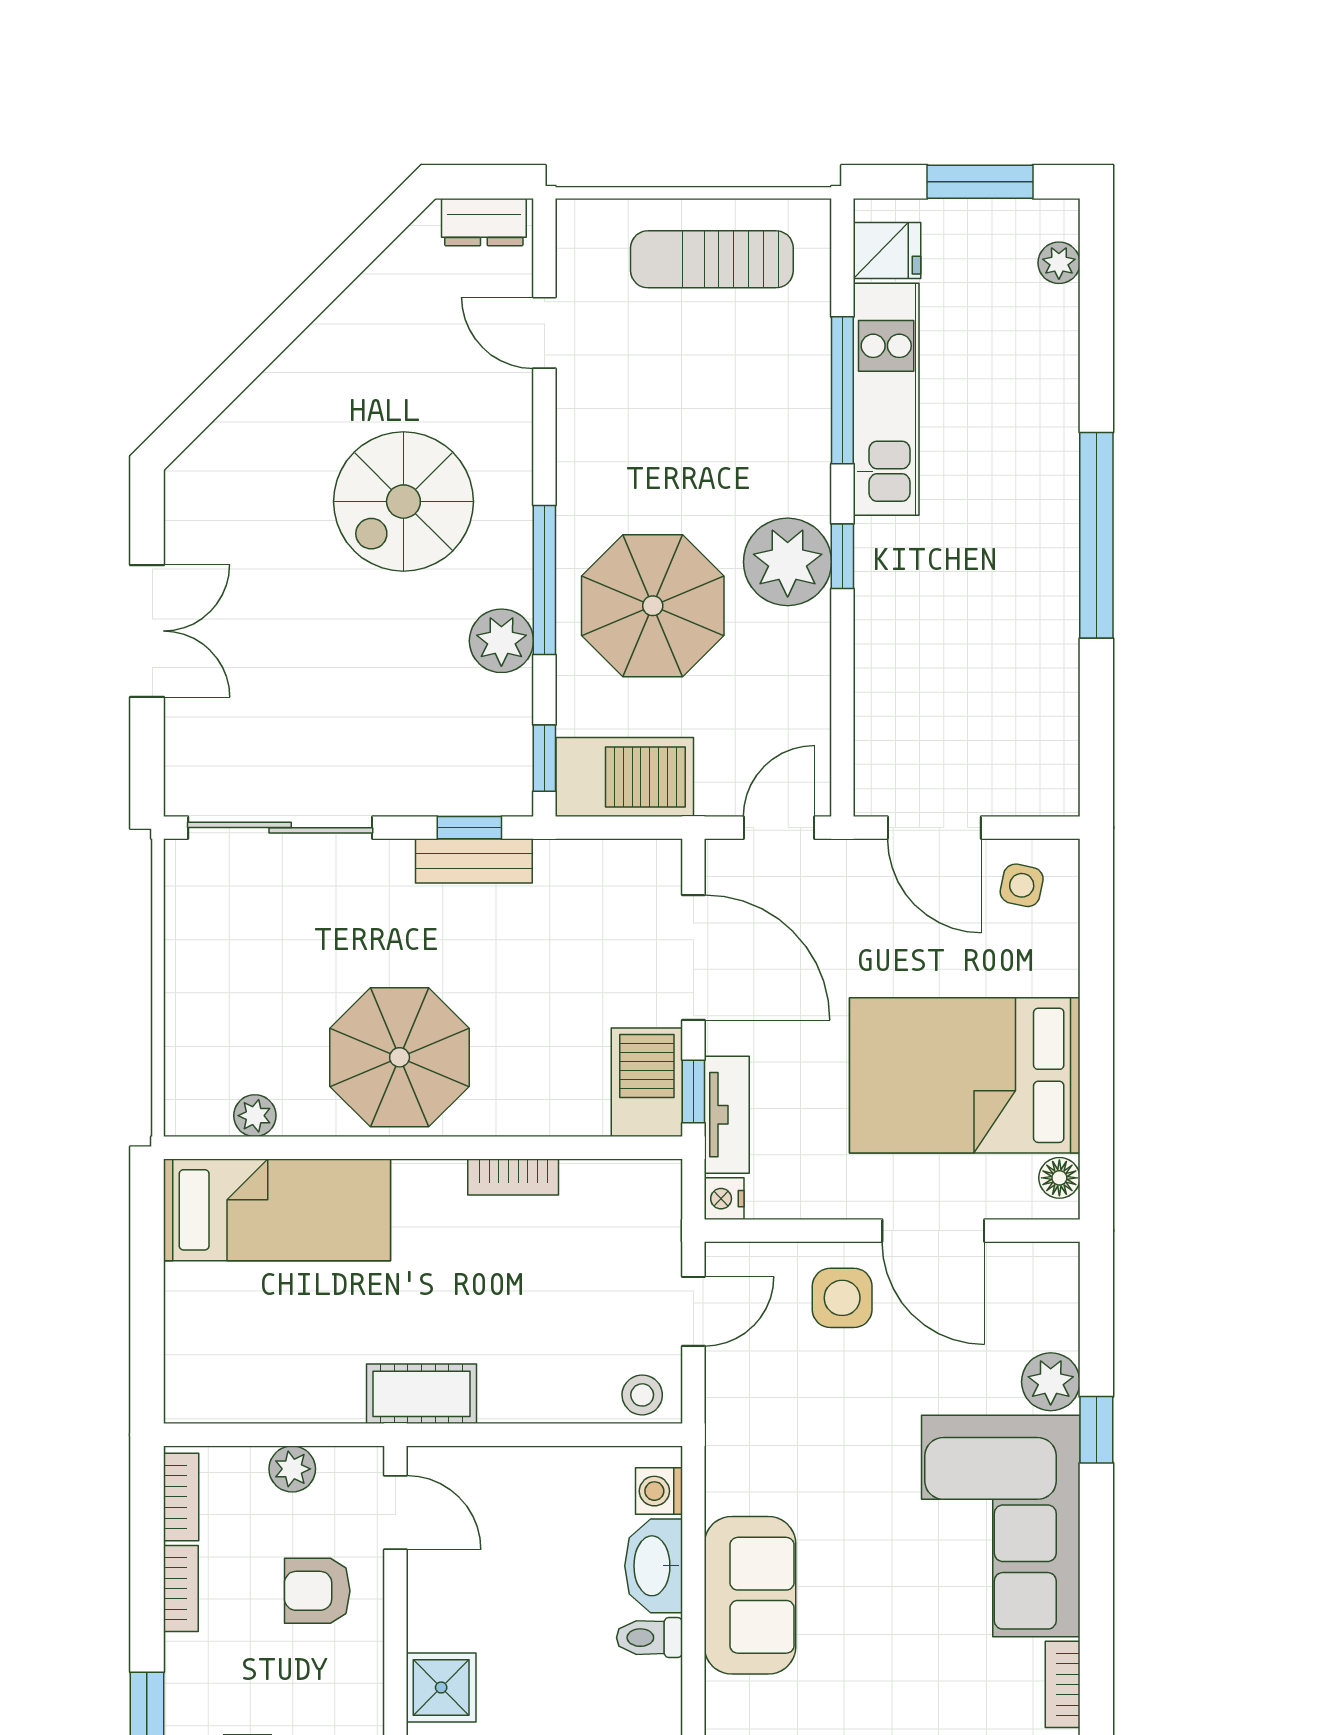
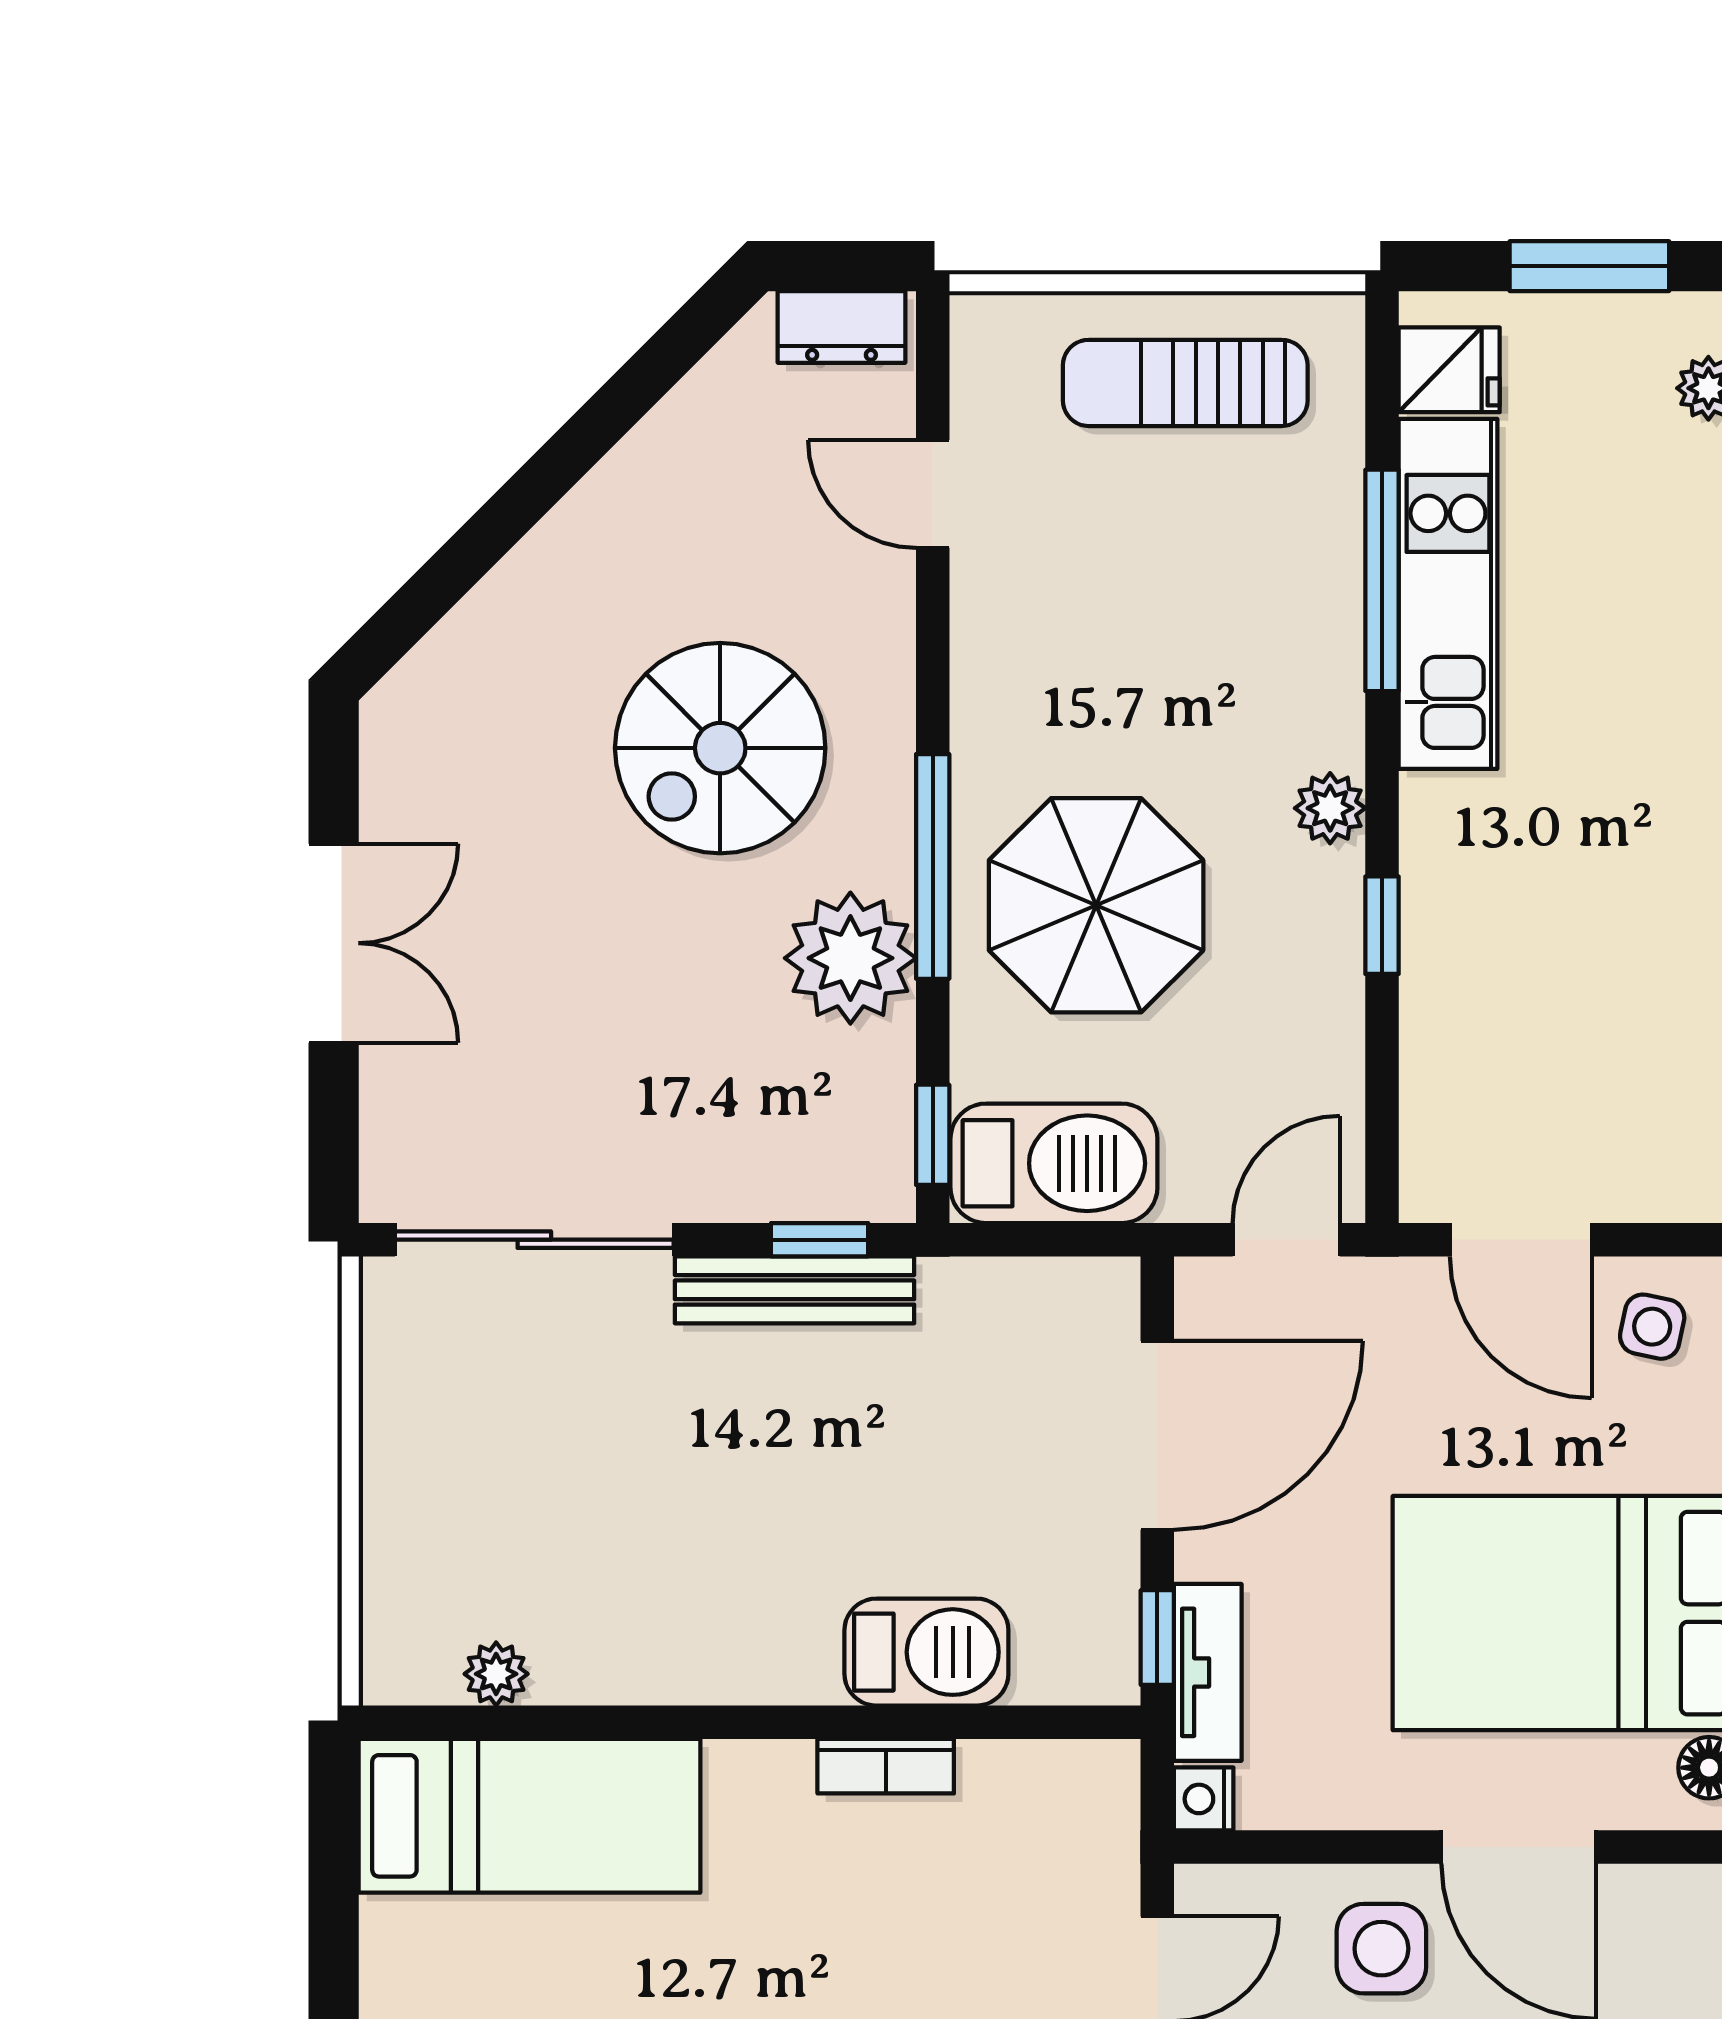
window: (842, 556) -> (1382, 925), moved
plant: (788, 562) -> (1330, 808), width x0.53, depth x0.53
plant: (501, 641) -> (850, 958), width x1.36, depth x1.36
bench: (474, 861) -> (794, 1290), width x1.36
door: (693, 957) -> (1157, 1435), hinge flipped
parasol: (400, 1057) -> (714, 1586), removed
barbecue: (647, 1082) -> (926, 1652), moved, turned 90

